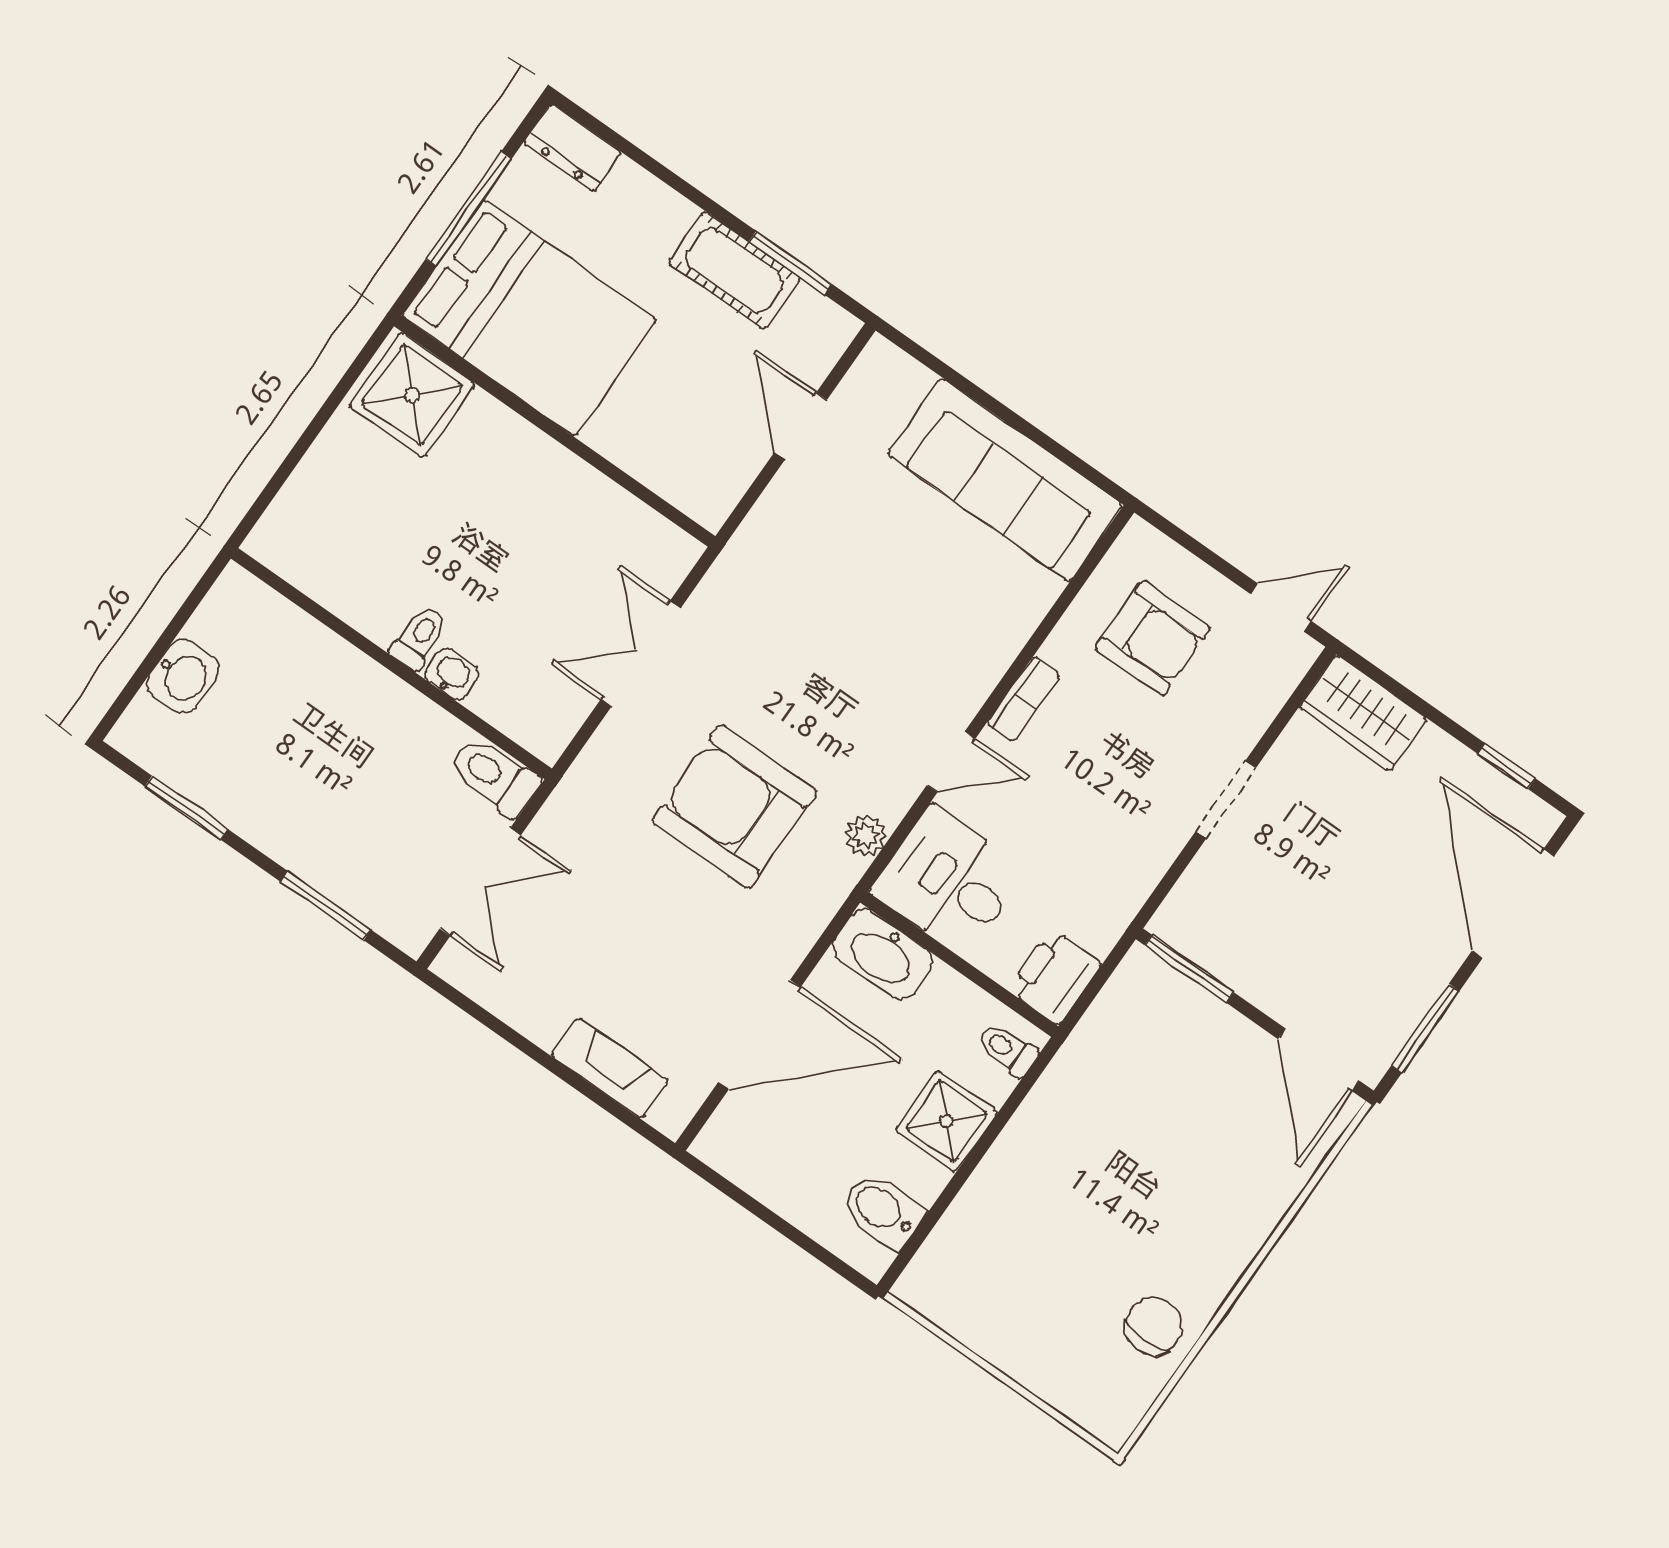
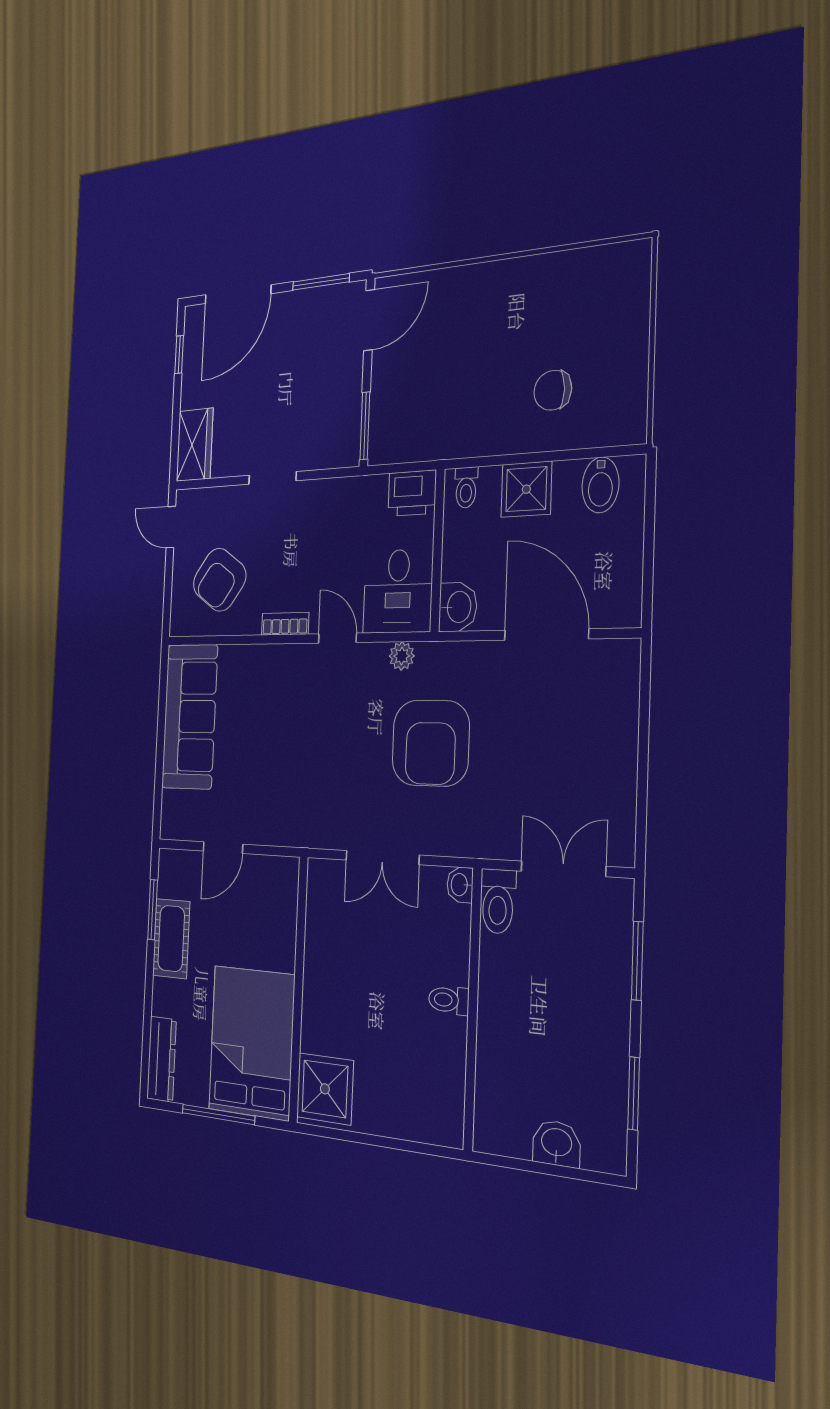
dresser: (573, 148) -> (162, 1059), width x1.44
armchair: (1153, 638) -> (220, 580), turned -144
washbasin: (452, 674) -> (460, 885), moved
washbasin: (883, 954) -> (458, 607), width x0.72
fireplace: (610, 1068) -> (622, 711), removed
chair: (1153, 1326) -> (553, 390), moved

